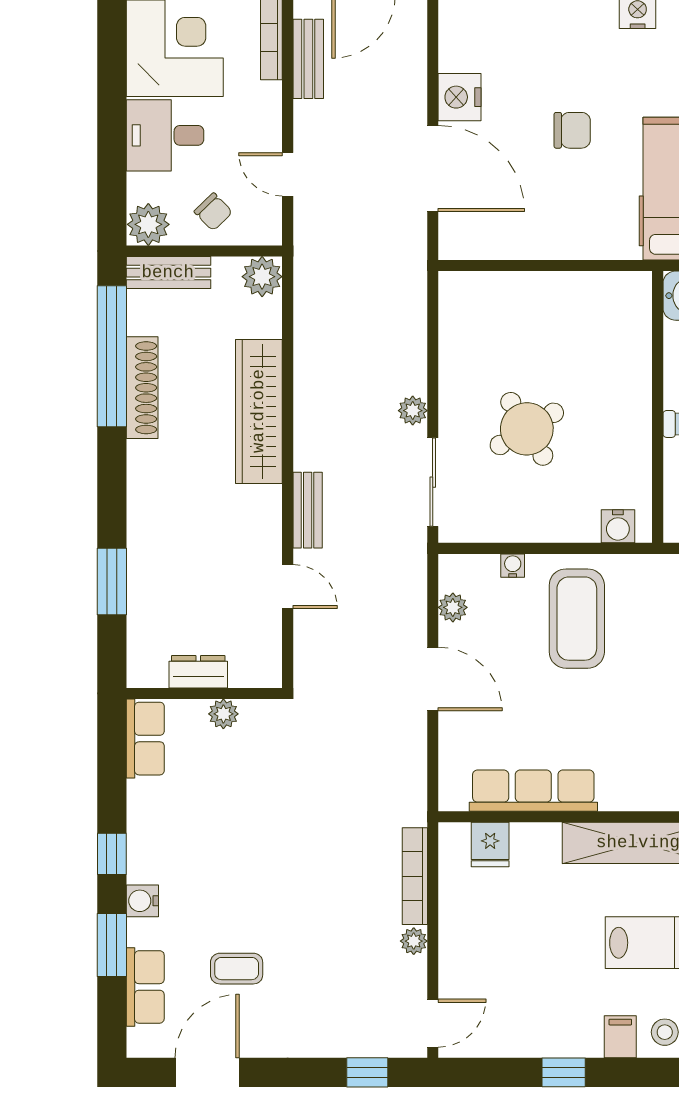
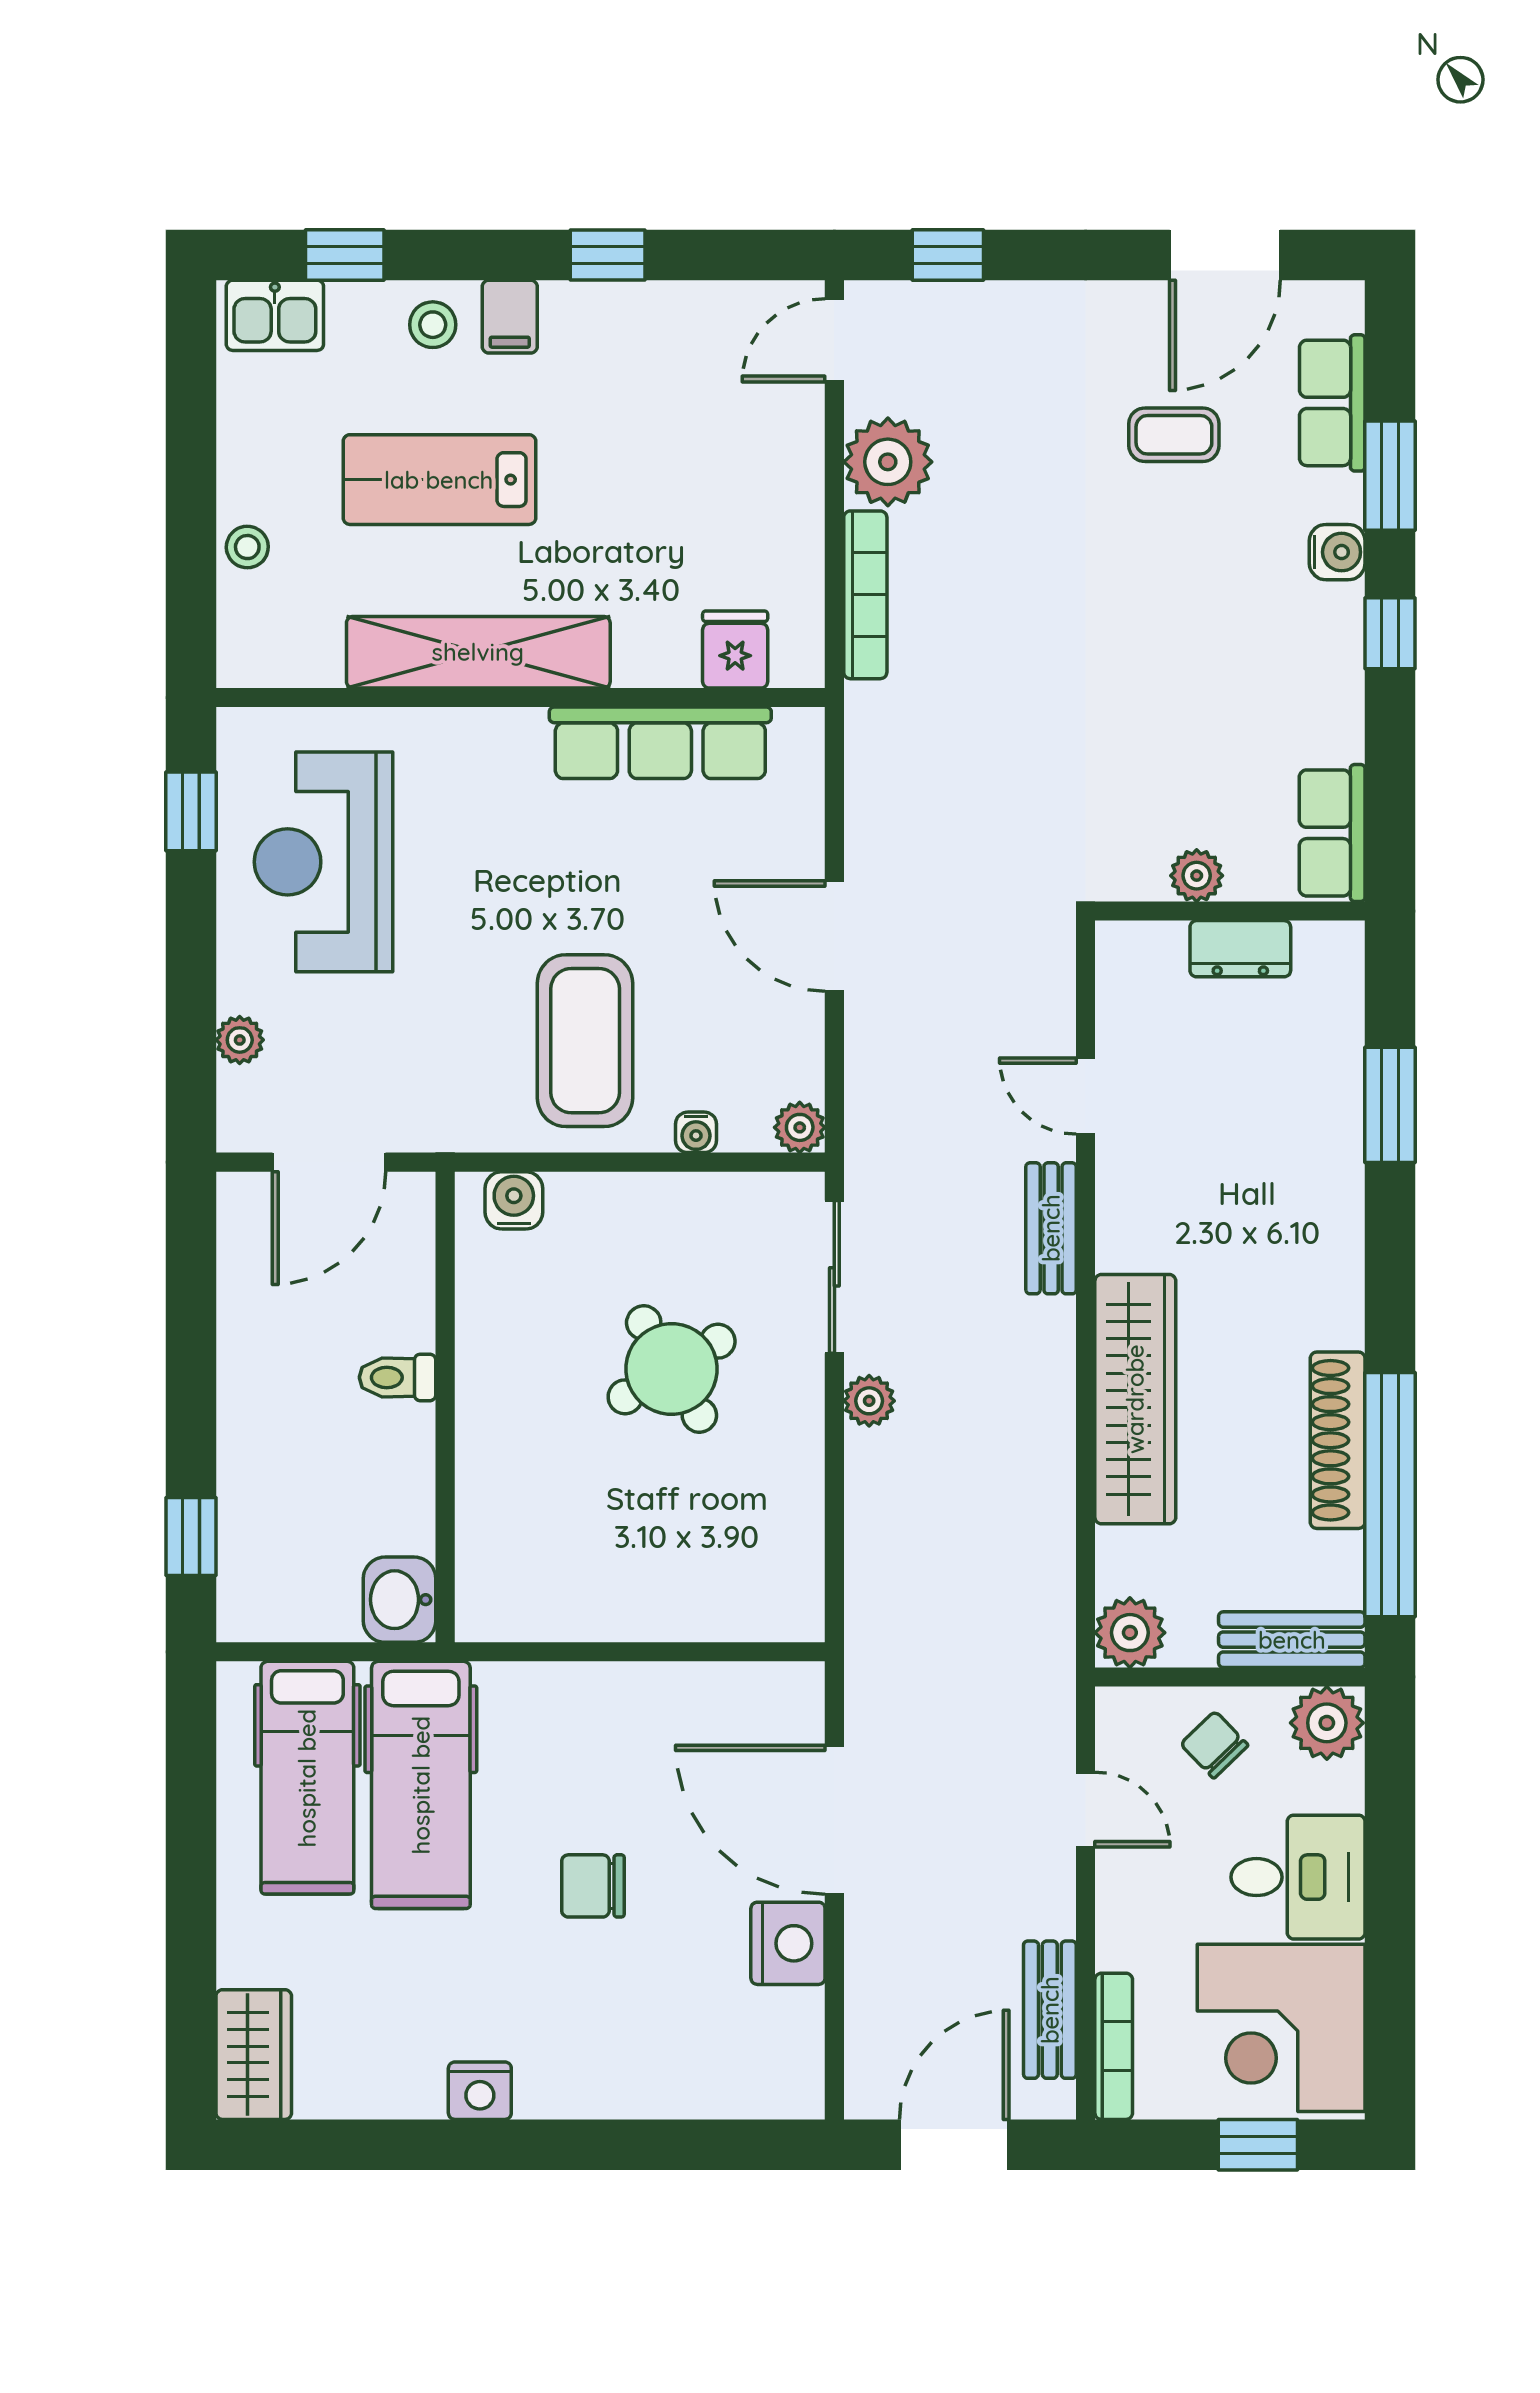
plant: (453, 607) -> (800, 1127), moved
plant: (414, 941) -> (888, 462), width x1.87, depth x1.87

